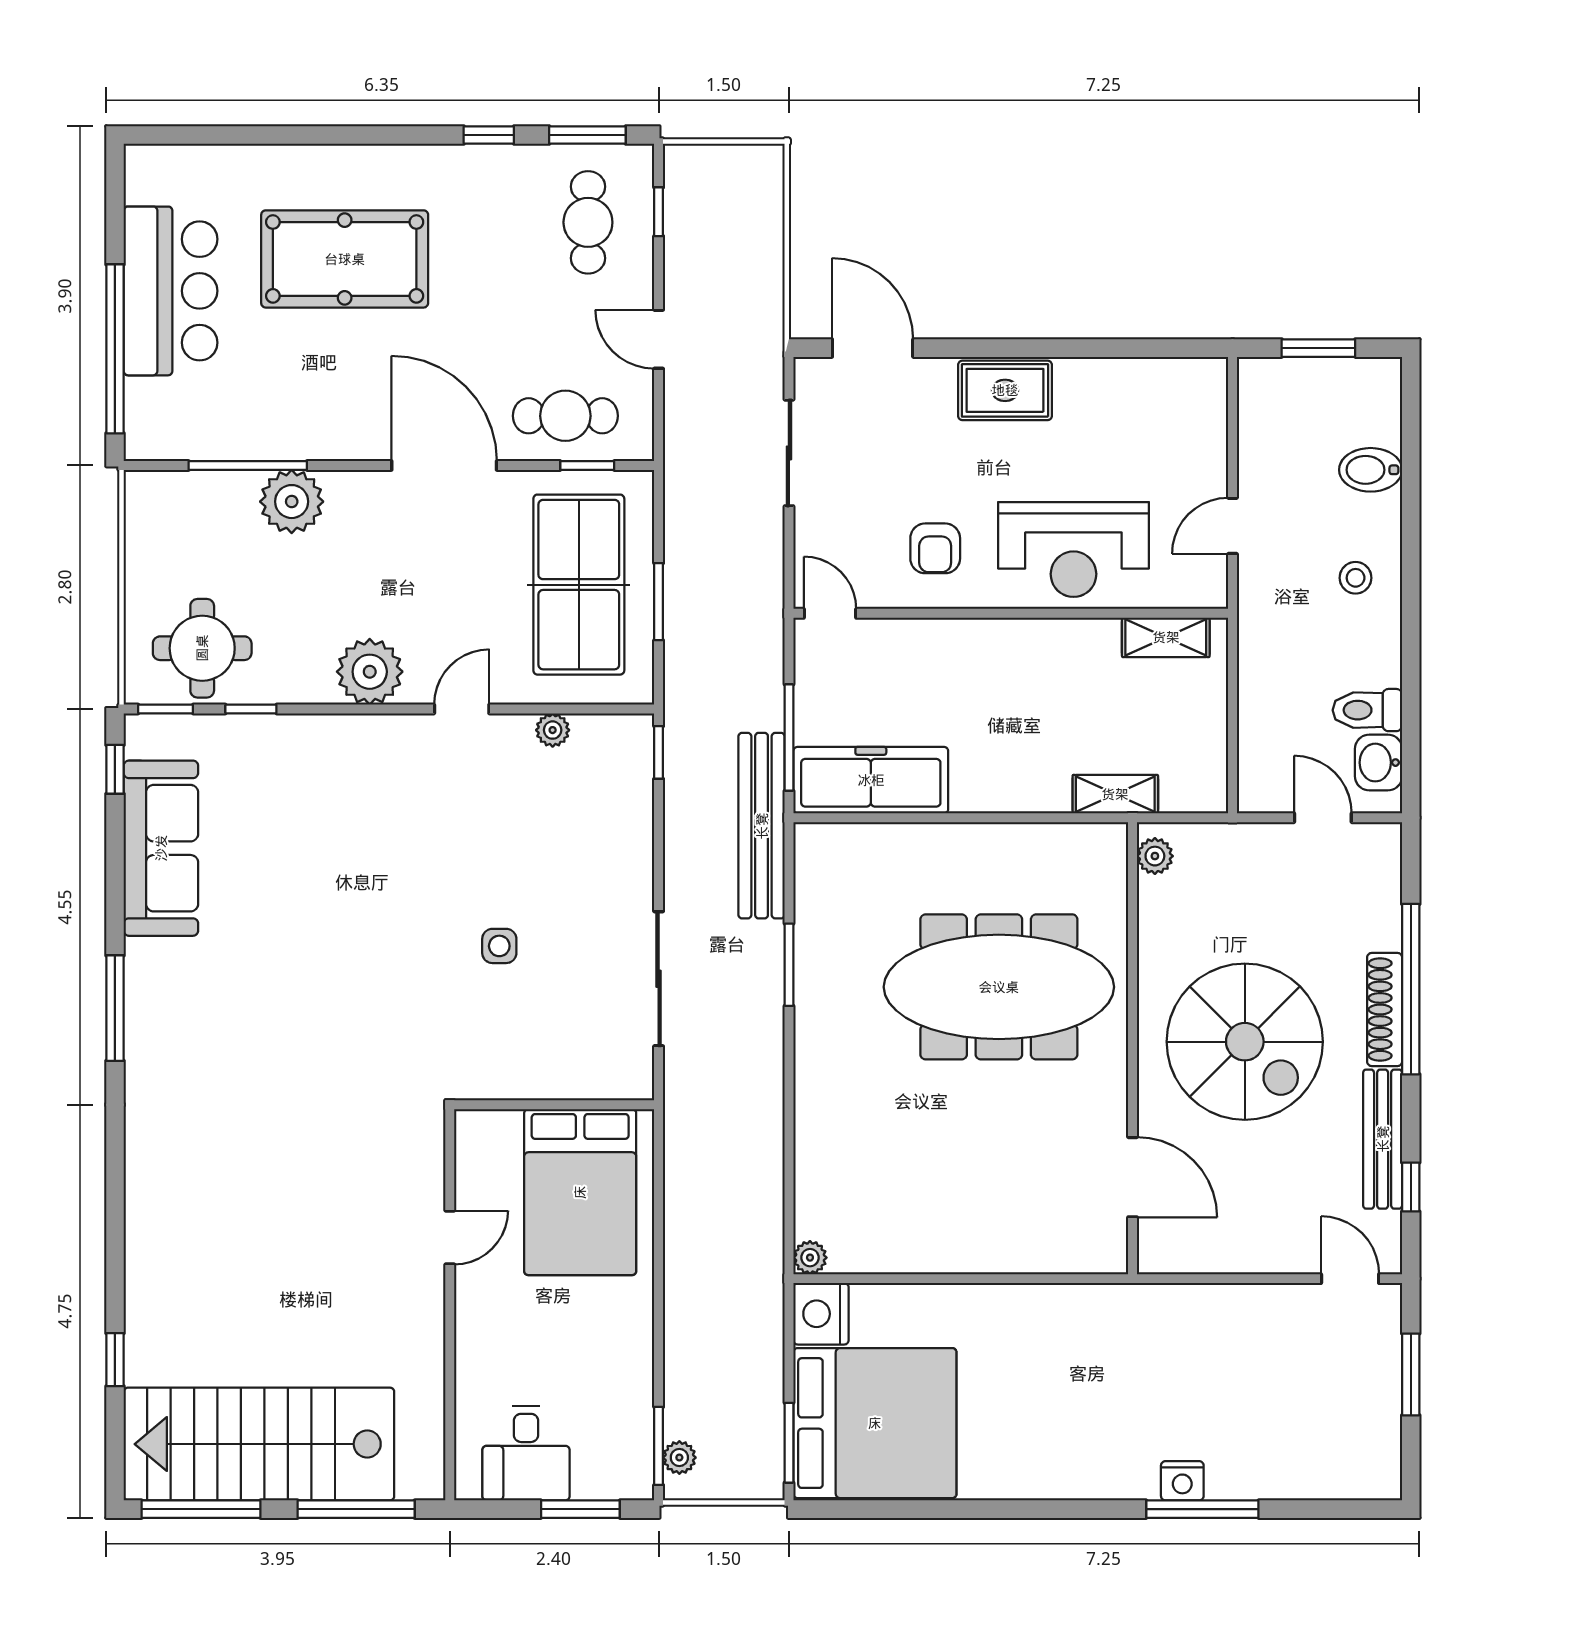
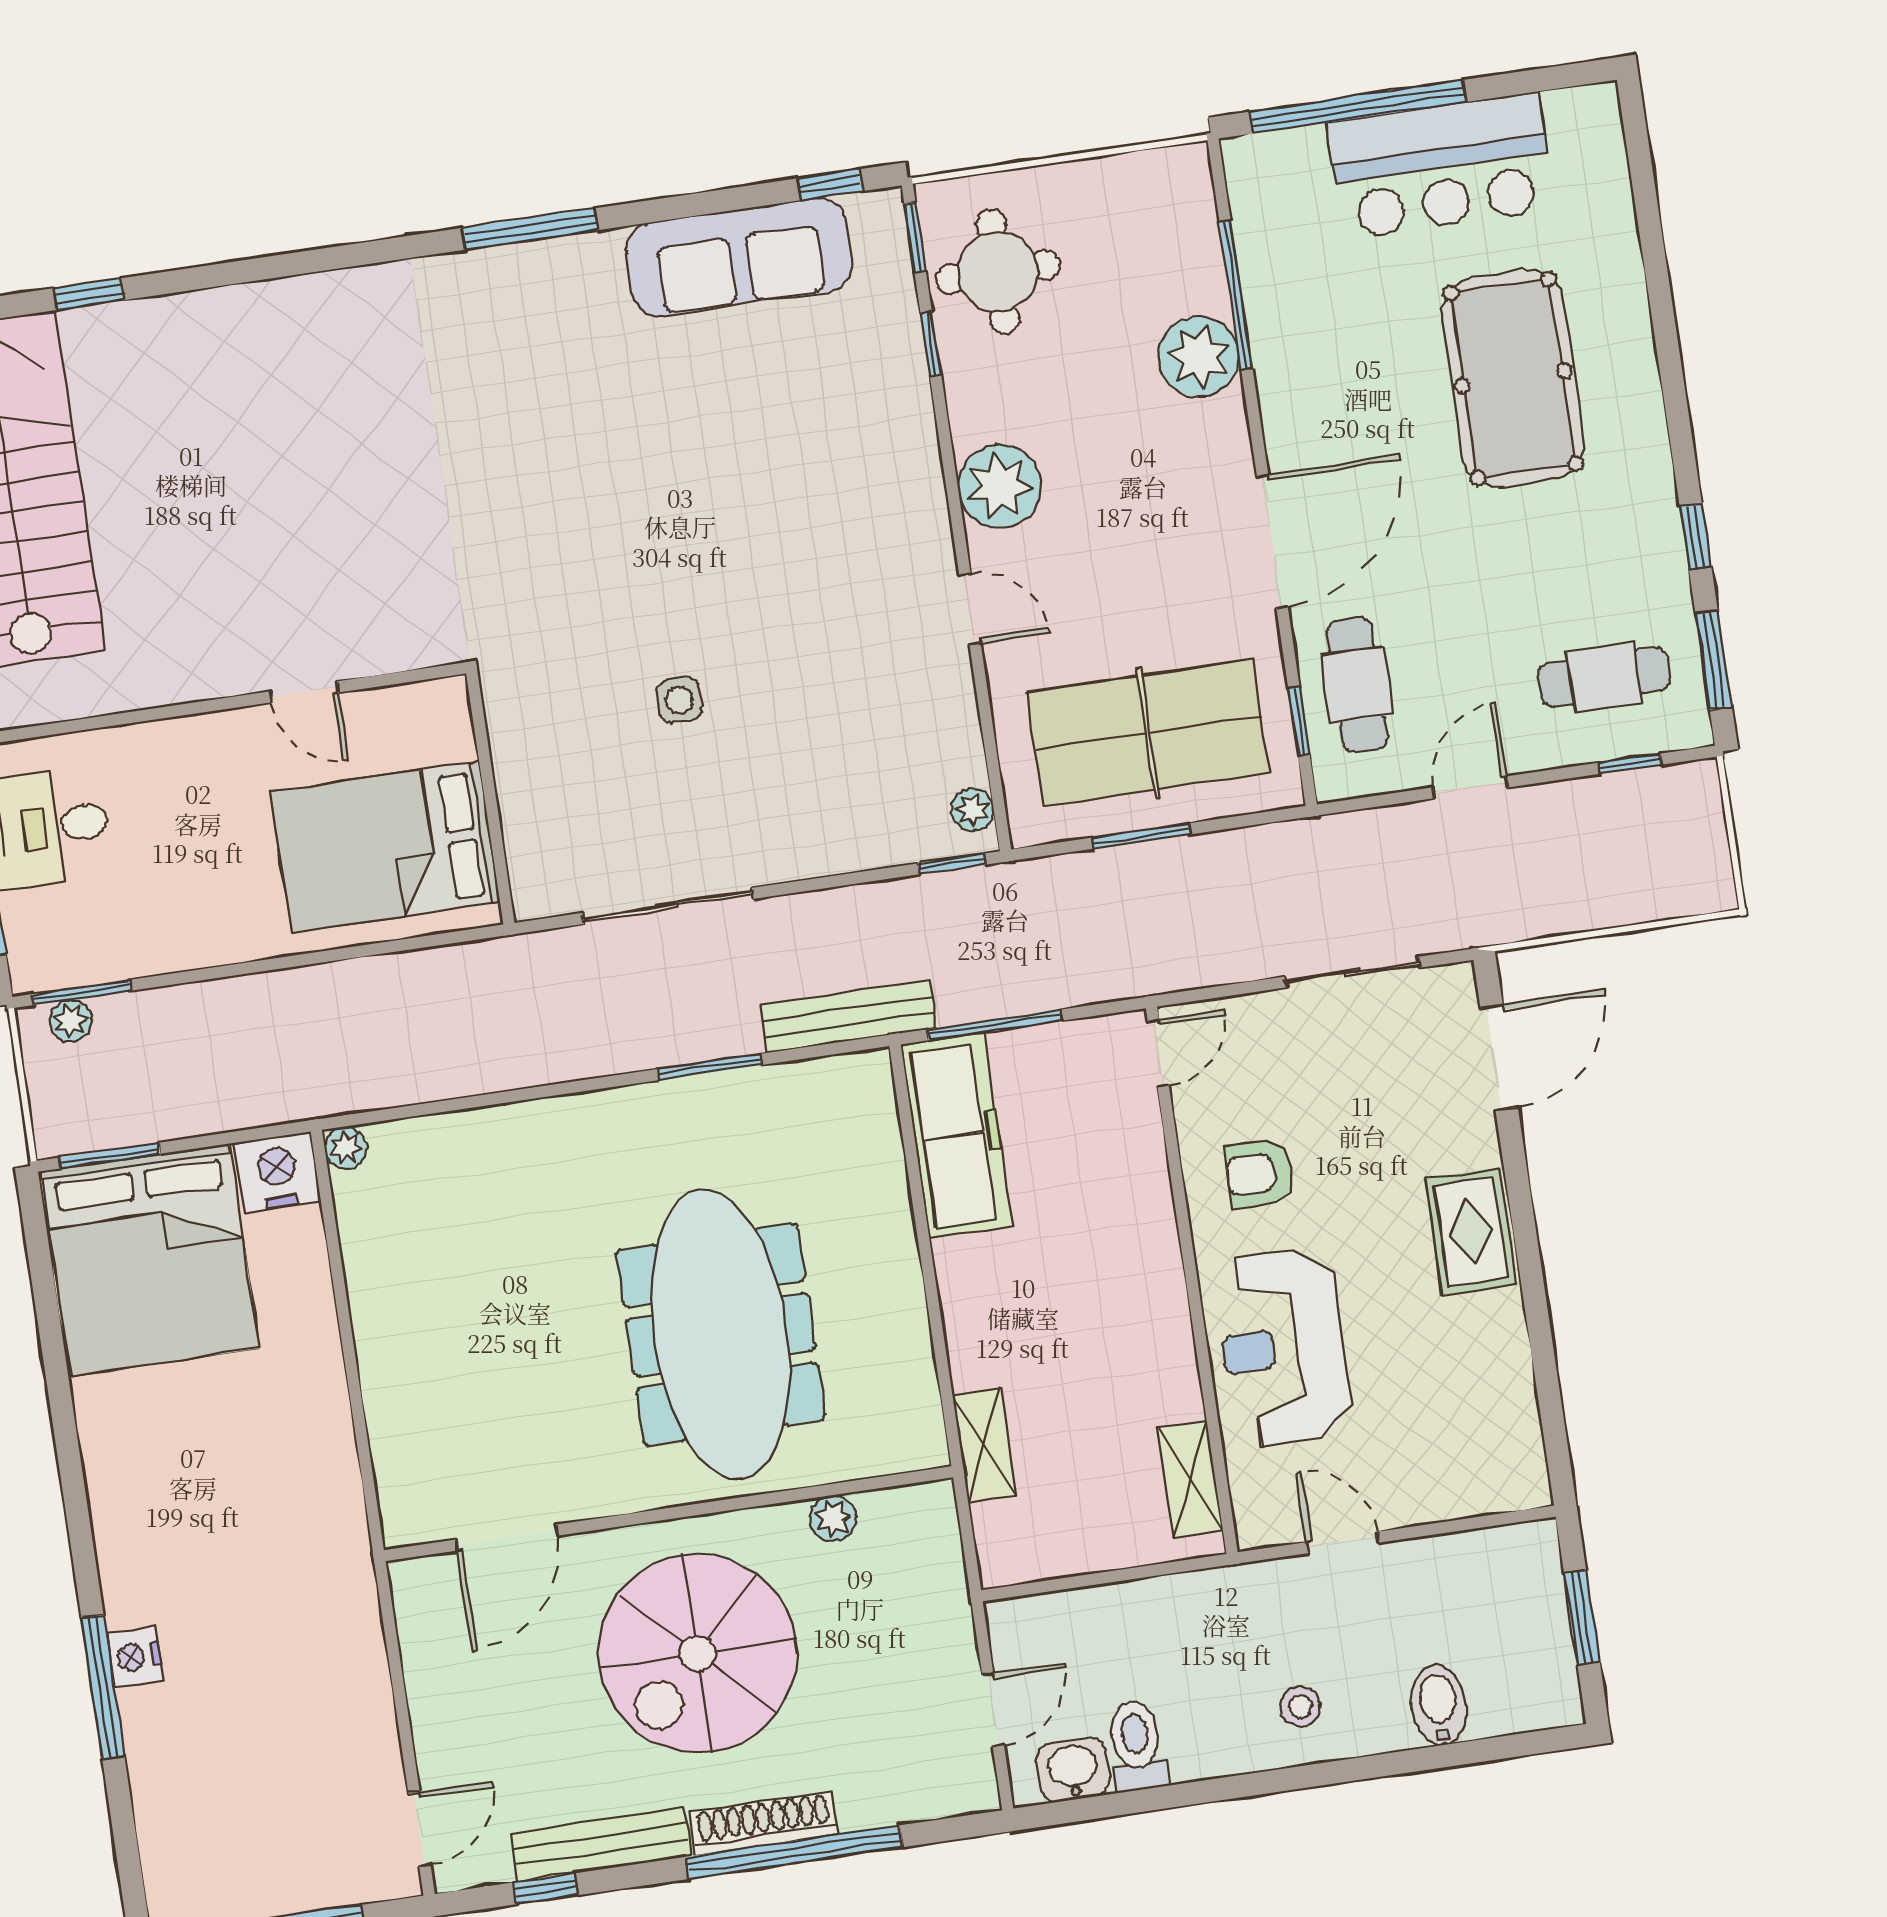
plant: (553, 730) -> (973, 810), moved
bench: (762, 826) -> (849, 1017), width x0.73, depth x0.82
plant: (1155, 856) -> (833, 1518), moved

